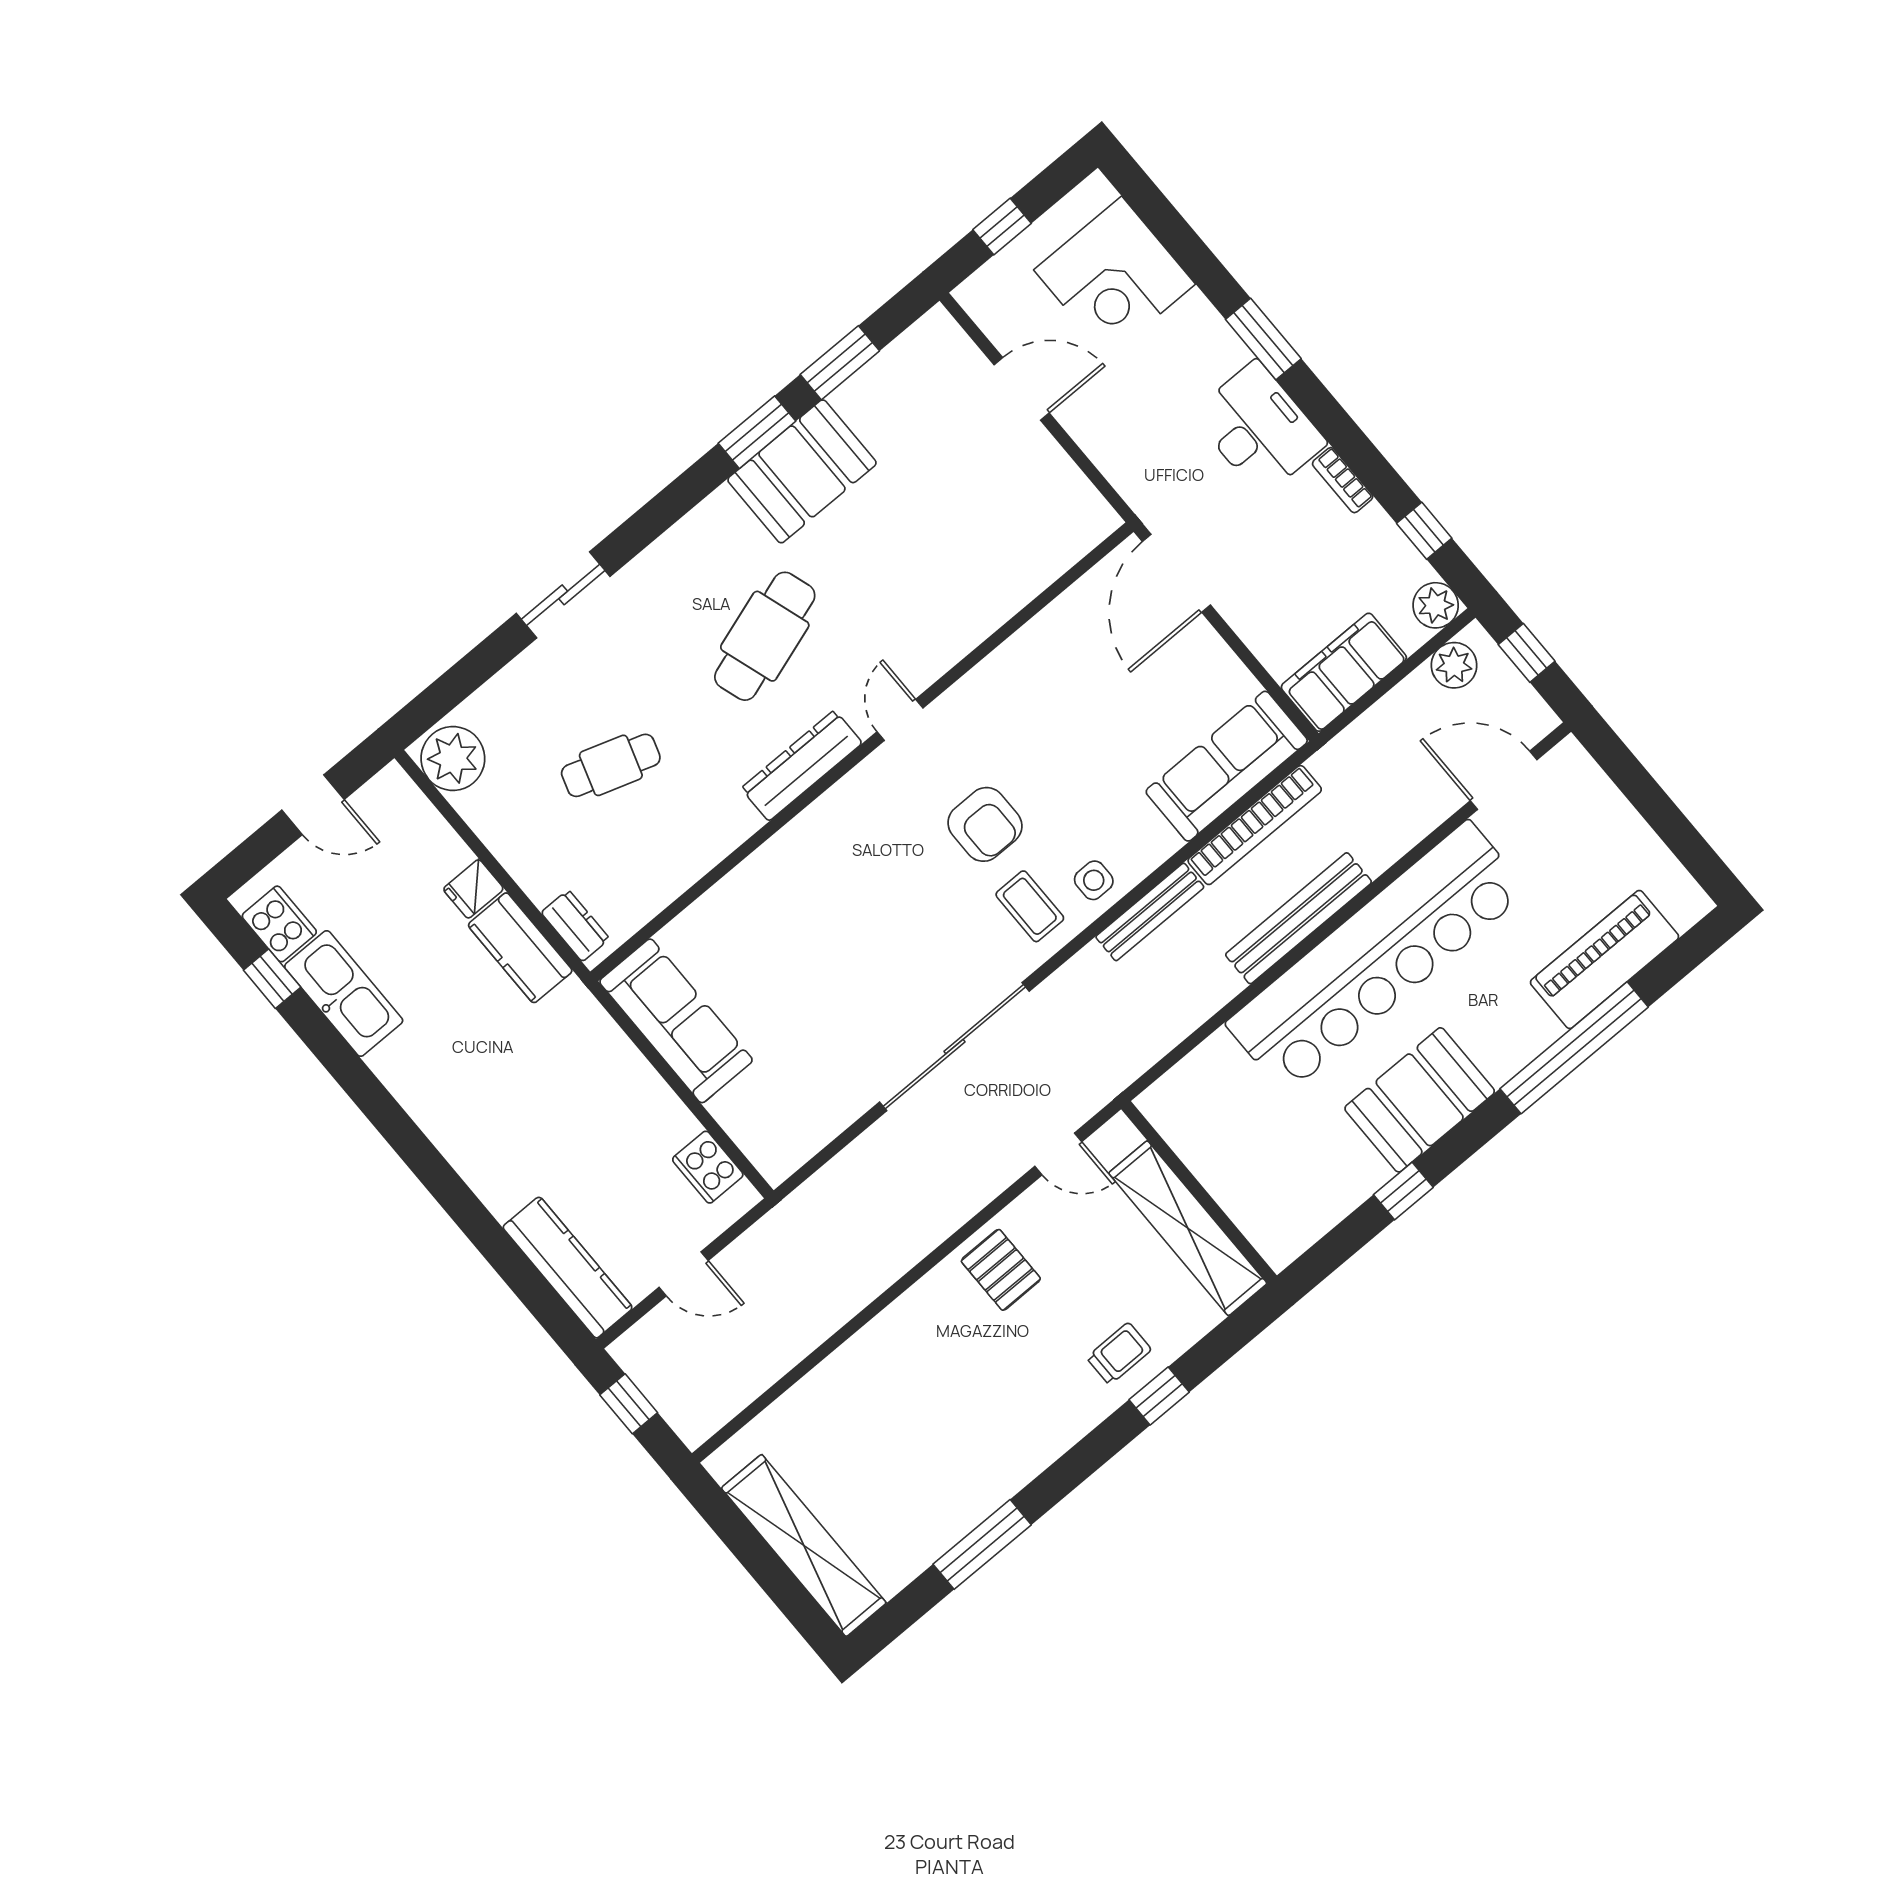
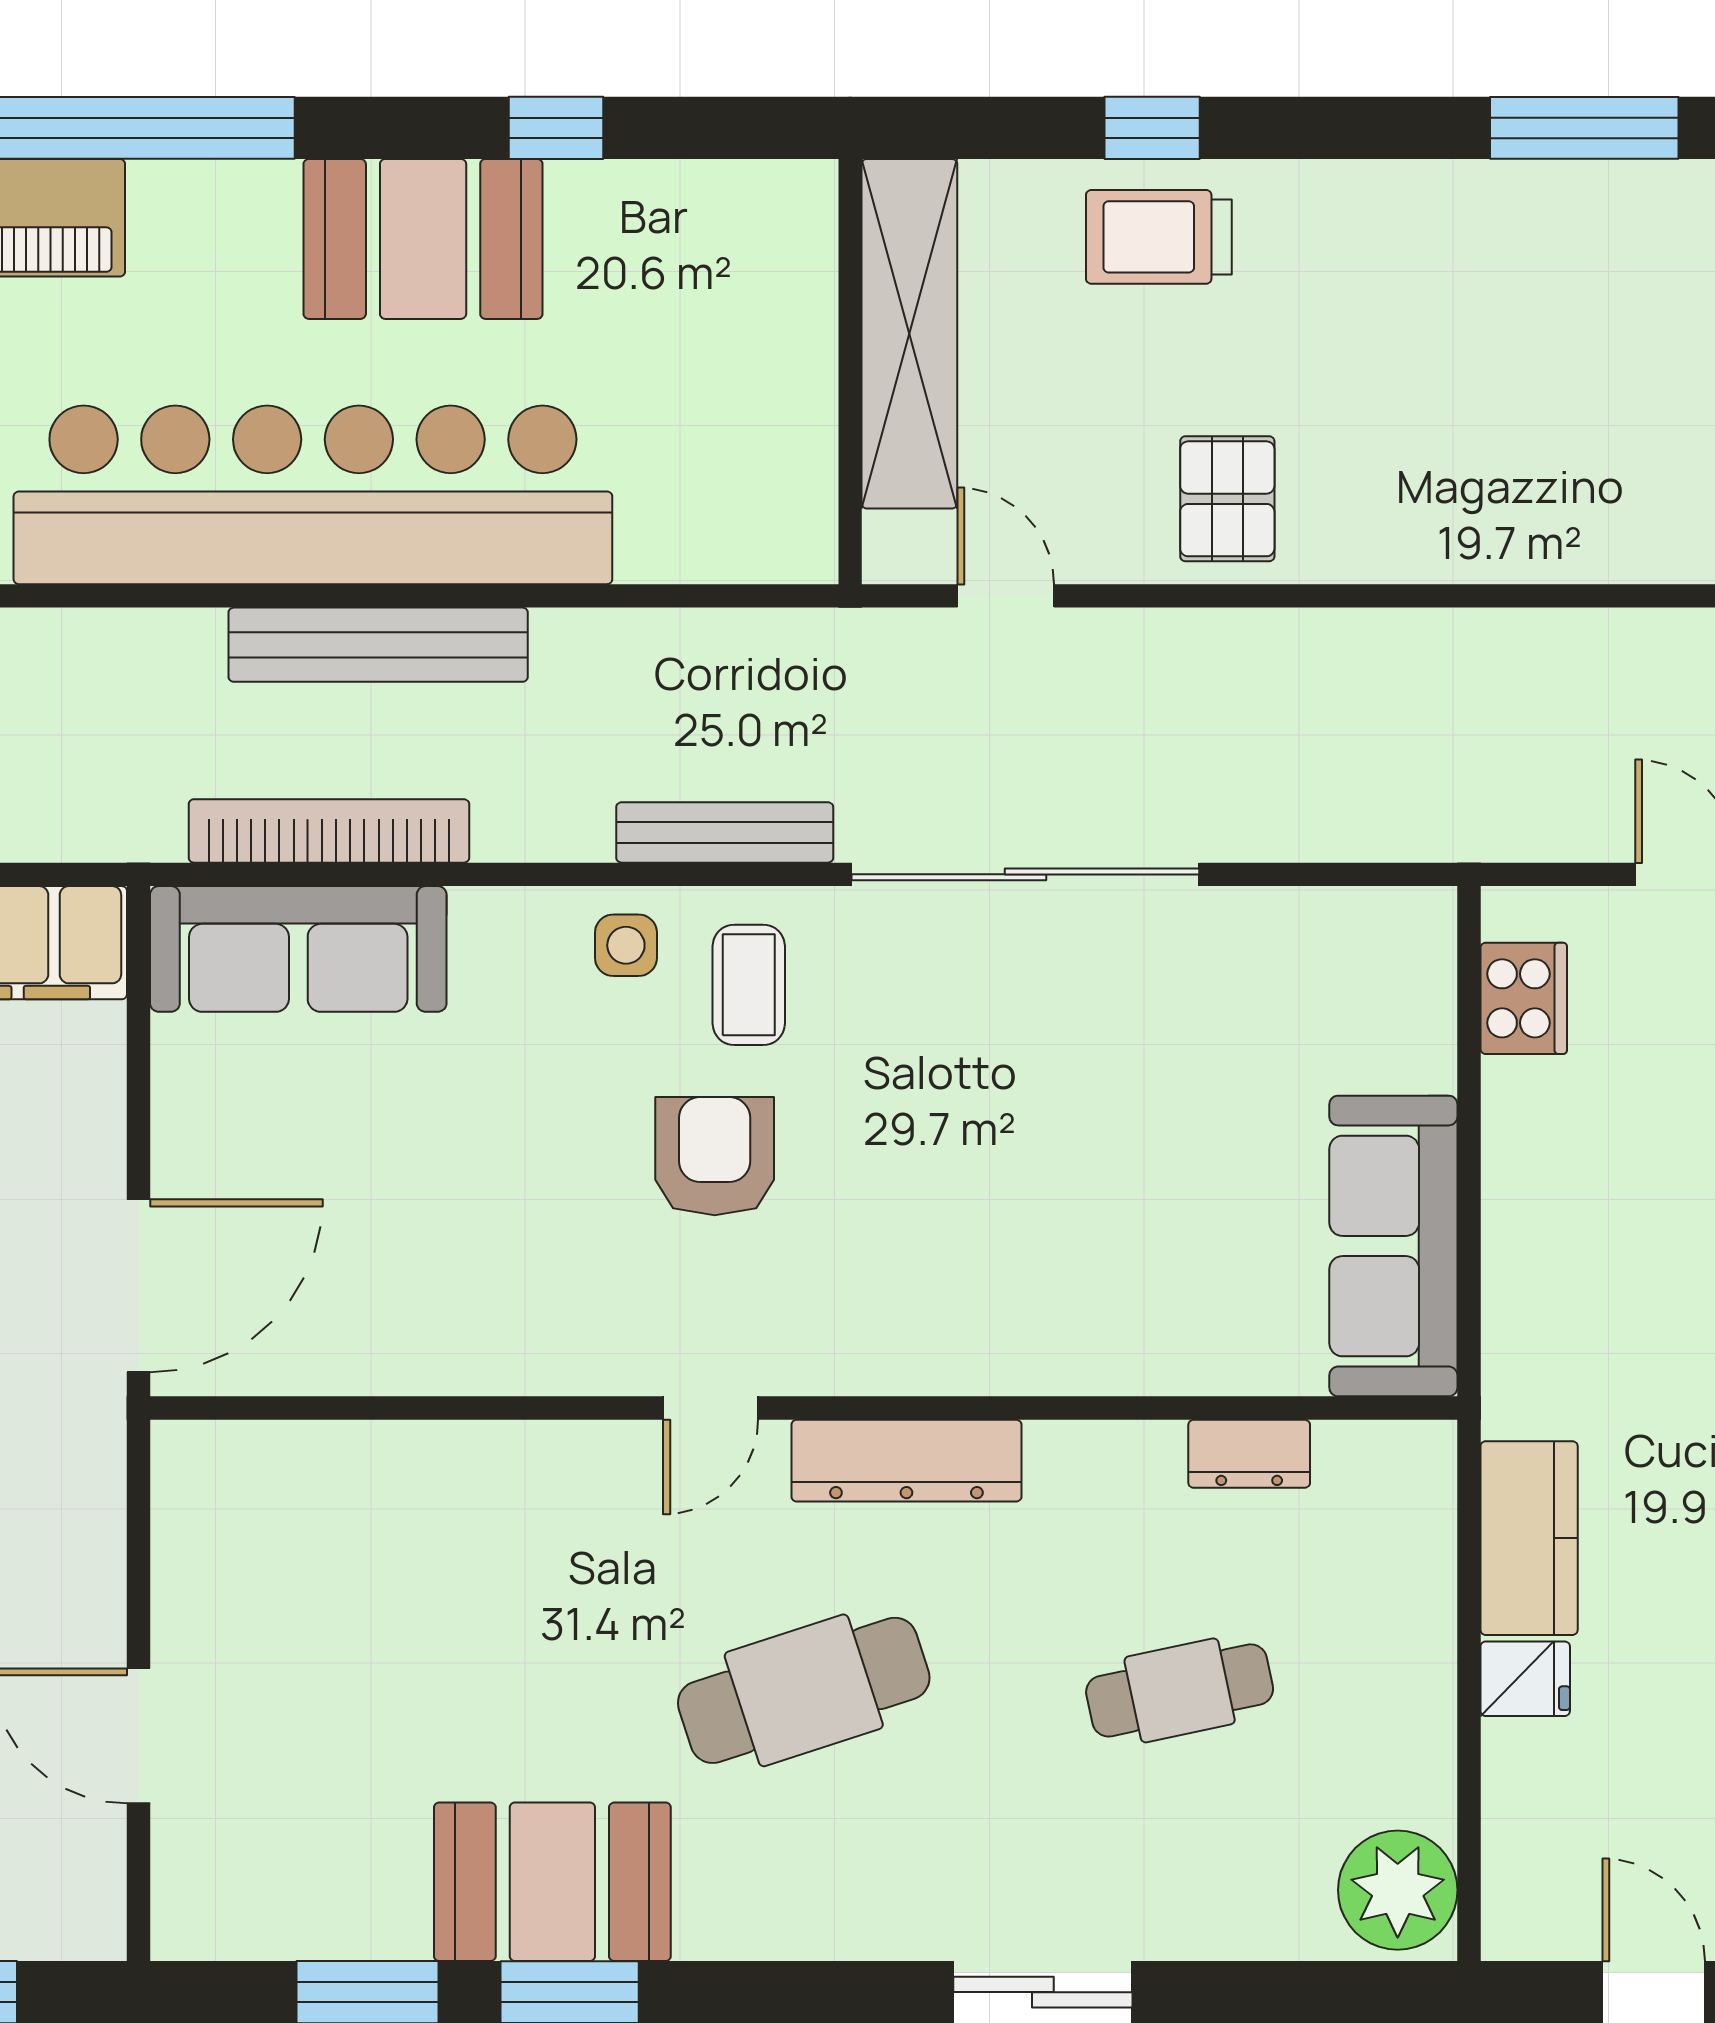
cafe table: (611, 765) -> (1180, 1690), turned -30
bench: (1150, 912) -> (725, 832), moved
dresser: (575, 926) -> (1249, 1454), moved, turned -90
trolley: (1119, 1354) -> (1159, 237), width x1.36, depth x1.39

